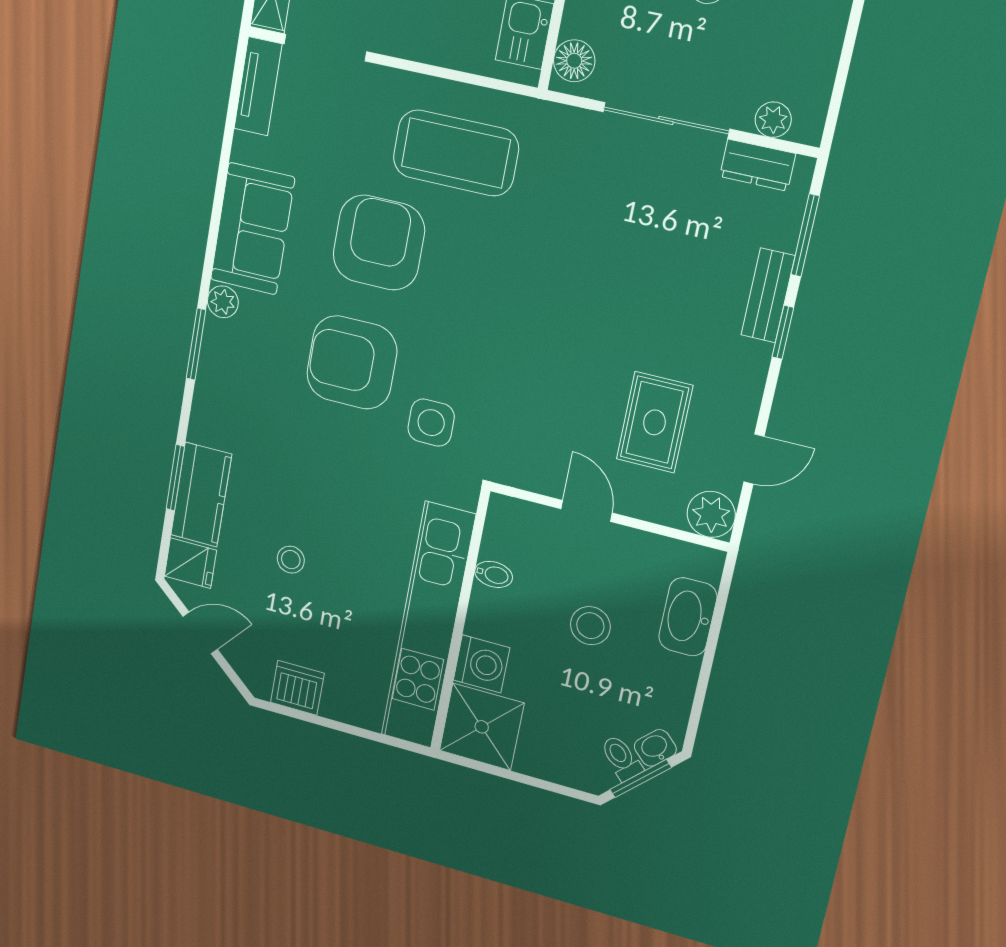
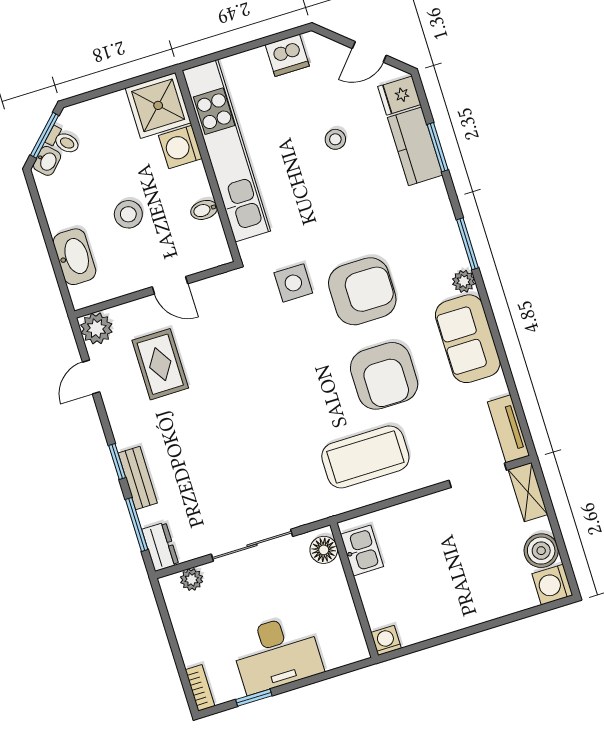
dresser: (757, 165) -> (160, 547), moved, turned 90

